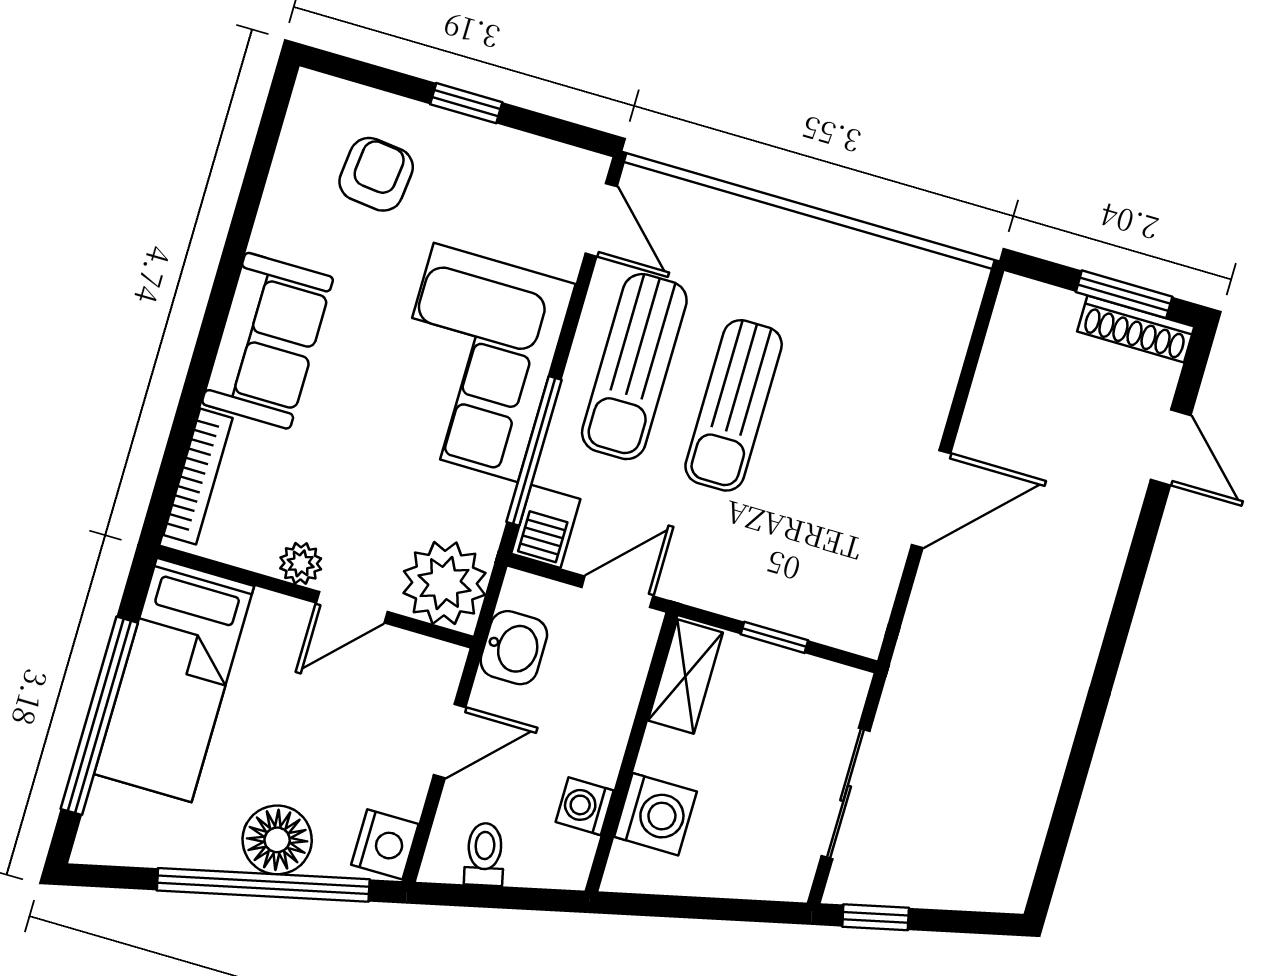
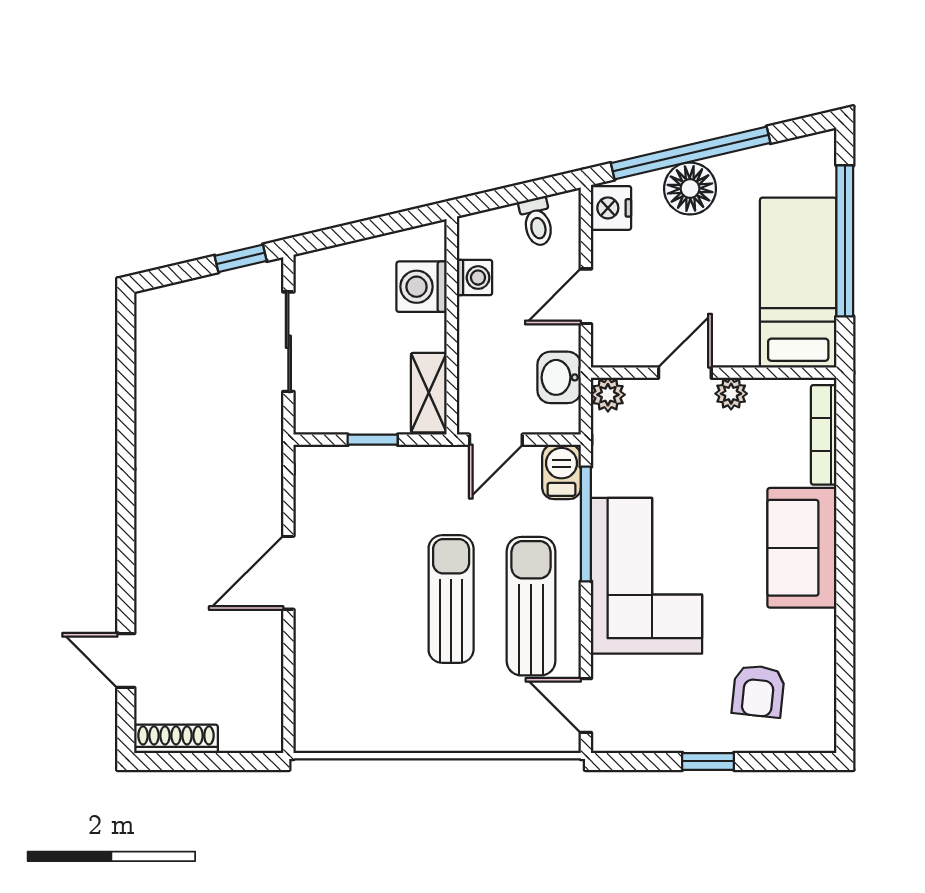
window: (1124, 294) -> (192, 761), removed
plant: (444, 583) -> (608, 395), width x0.53, depth x0.53

